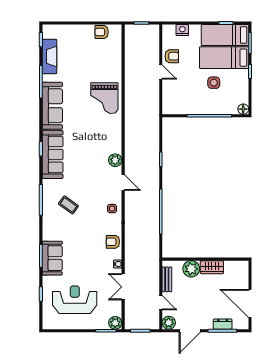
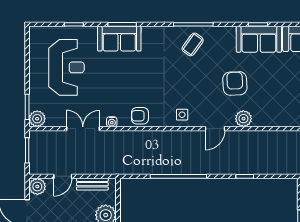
sofa: (53, 154) -> (259, 39), width x0.73
armchair: (87, 167) -> (235, 83), added
coffee table: (68, 205) -> (193, 44), moved
armchair: (113, 242) -> (140, 116), turned -90

